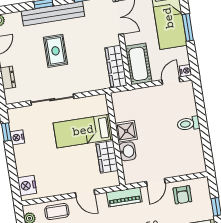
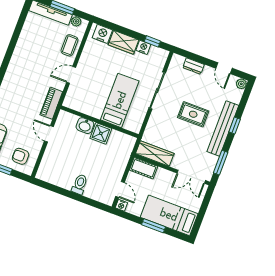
cot: (138, 64) -> (144, 168), width x0.73, depth x0.75
wardrobe: (107, 157) -> (123, 42), moved, turned 180
armchair: (182, 195) -> (21, 156), moved

